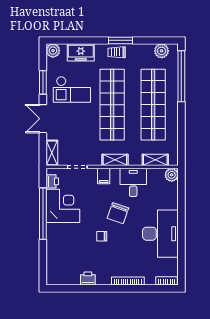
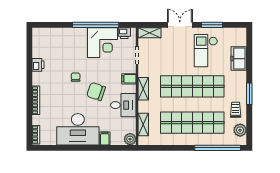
plant: (53, 51) -> (240, 34), removed
trolley: (117, 52) -> (236, 110), moved
filing cabinet: (171, 203) -> (105, 138), added

